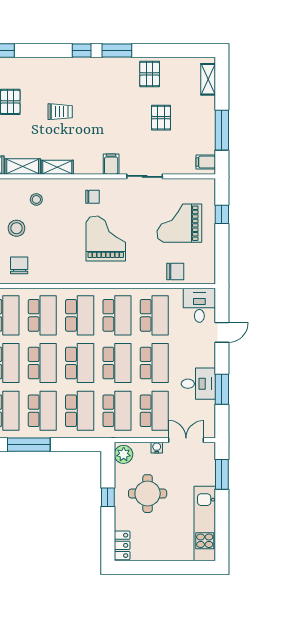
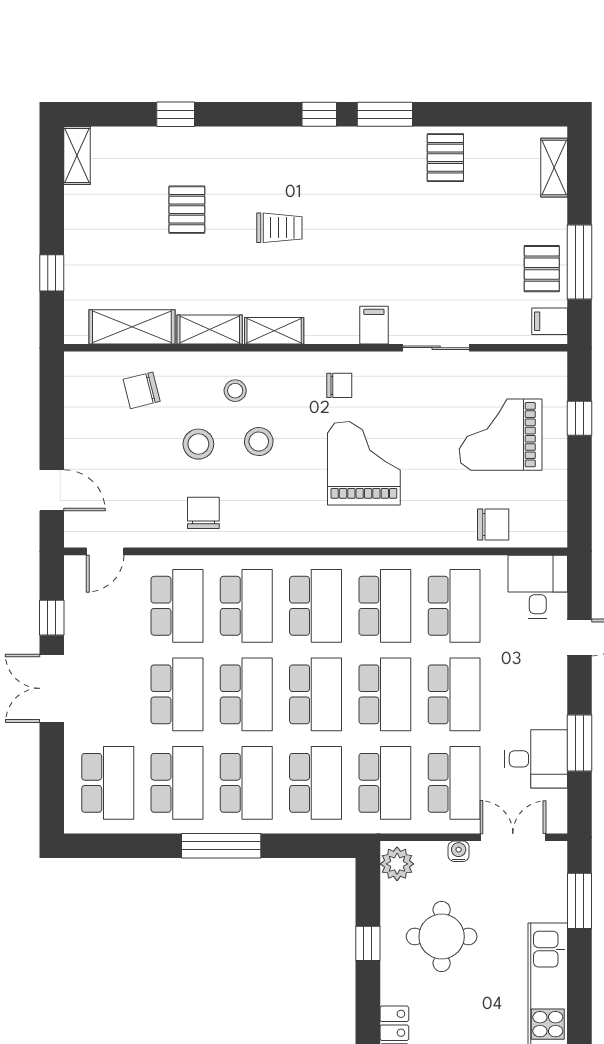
pallet: (161, 118) -> (542, 269), moved
stool: (49, 227) -> (259, 442), added
desk: (198, 384) -> (536, 759), moved

